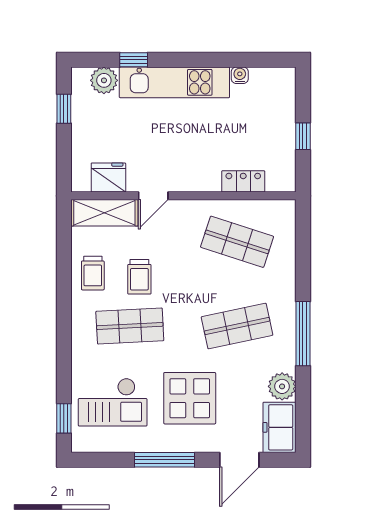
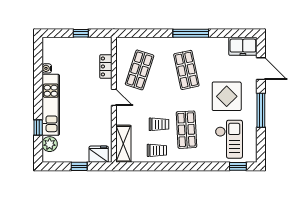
window: (64, 109) -> (79, 166), moved
fridge: (108, 178) -> (99, 154), moved, turned 90
door: (153, 196) -> (114, 97), moved
plant: (282, 386) -> (220, 45), removed

